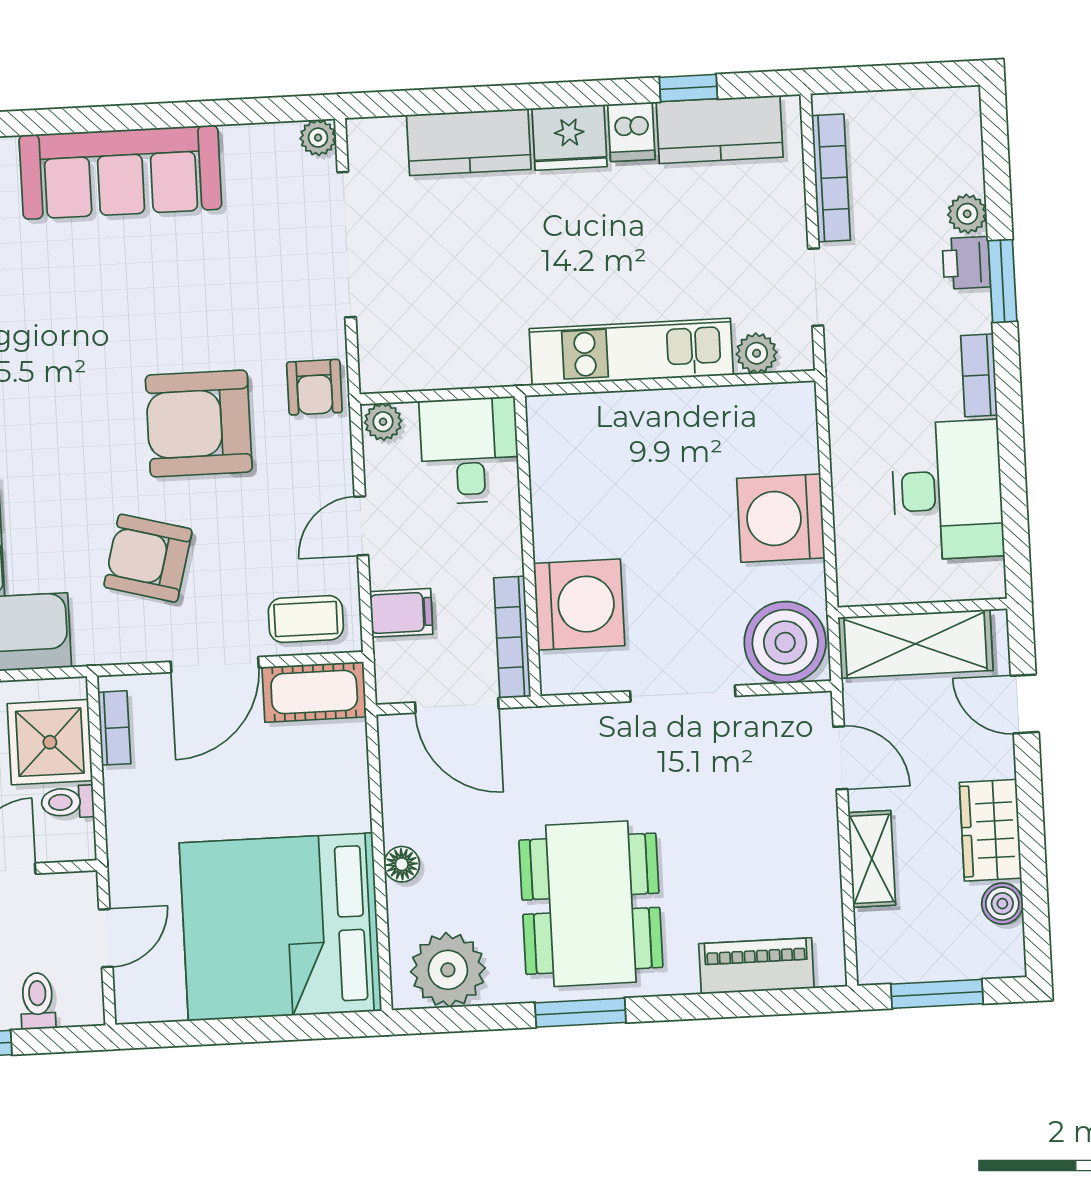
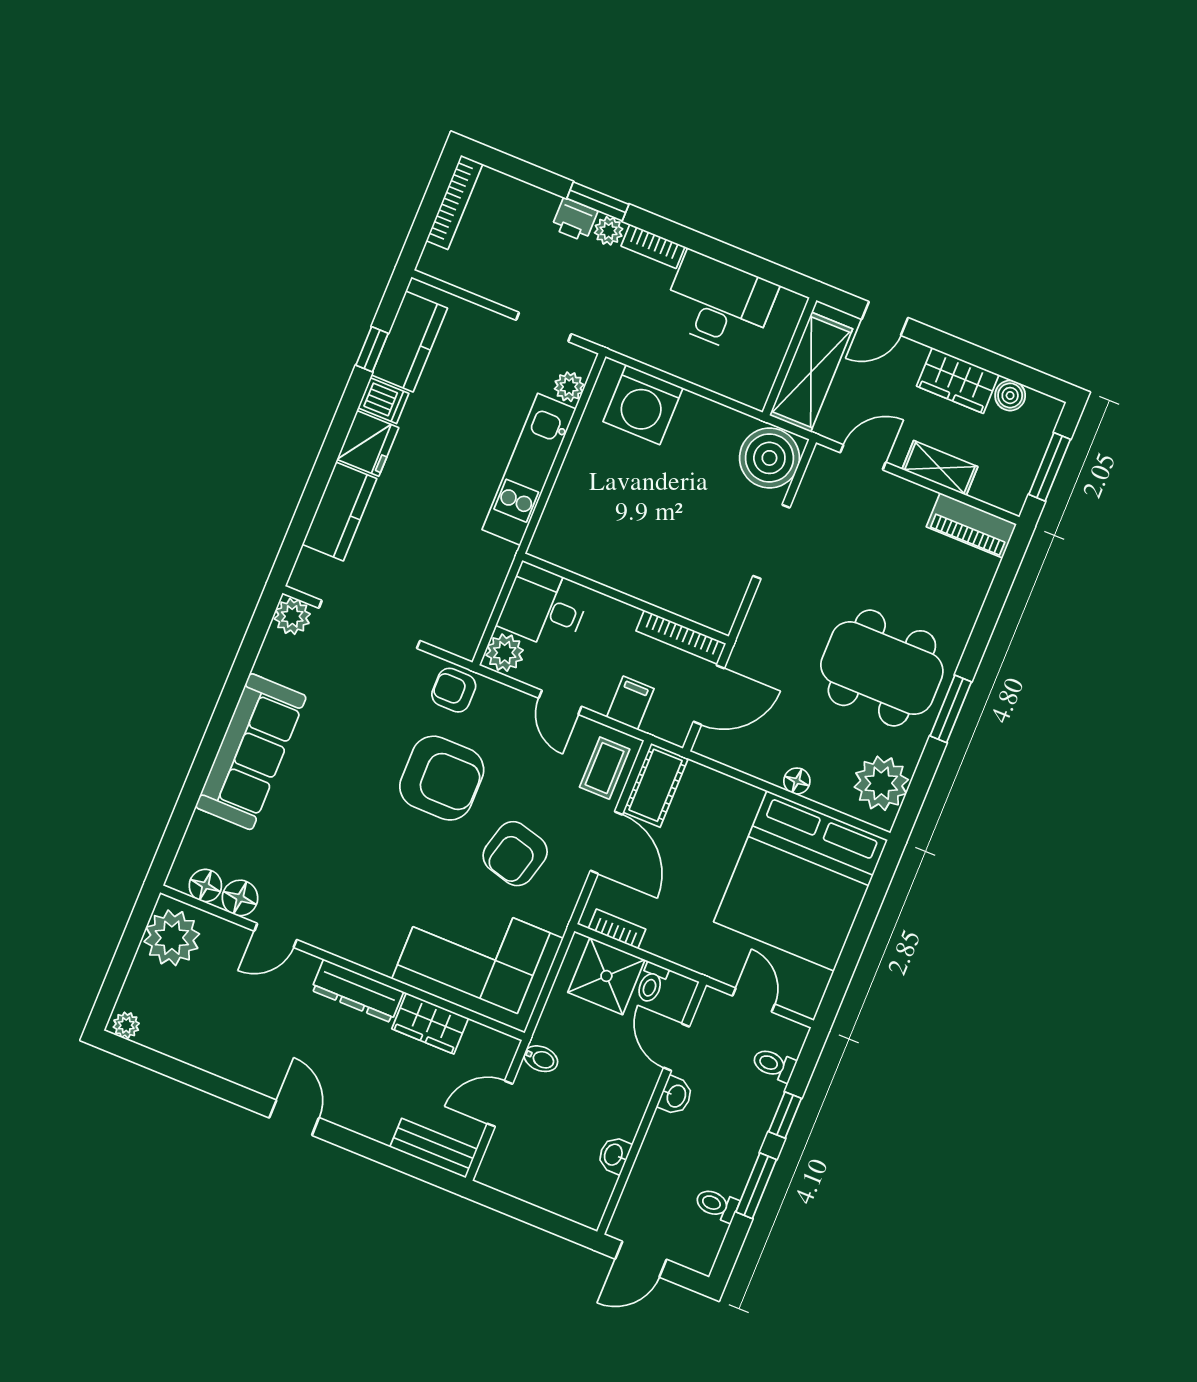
plant: (318, 138) -> (292, 616), width x1.38, depth x1.38
bookcase: (831, 178) -> (454, 202), moved, turned 90
plant: (967, 214) -> (609, 231), moved
armchair: (314, 387) -> (454, 690), turned 180
plant: (383, 422) -> (505, 653), width x1.38, depth x1.38
armchair: (199, 424) -> (442, 778), turned -90
washing machine: (781, 518) -> (643, 405), moved
washing machine: (579, 604) -> (680, 583), removed
piano: (756, 966) -> (971, 525), moved, turned -90

